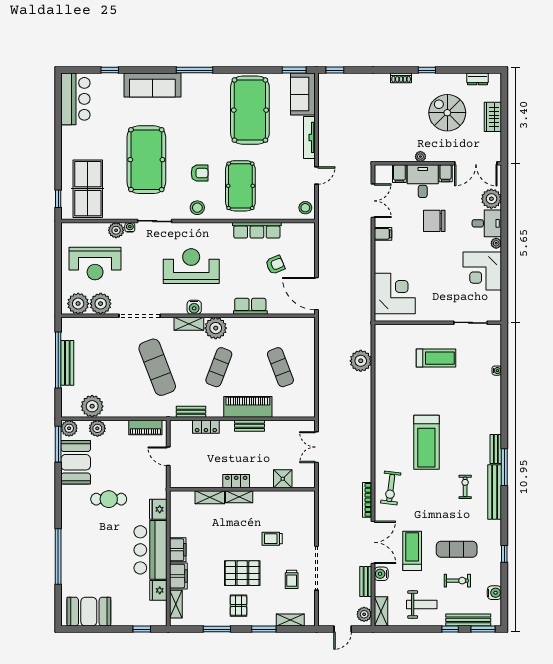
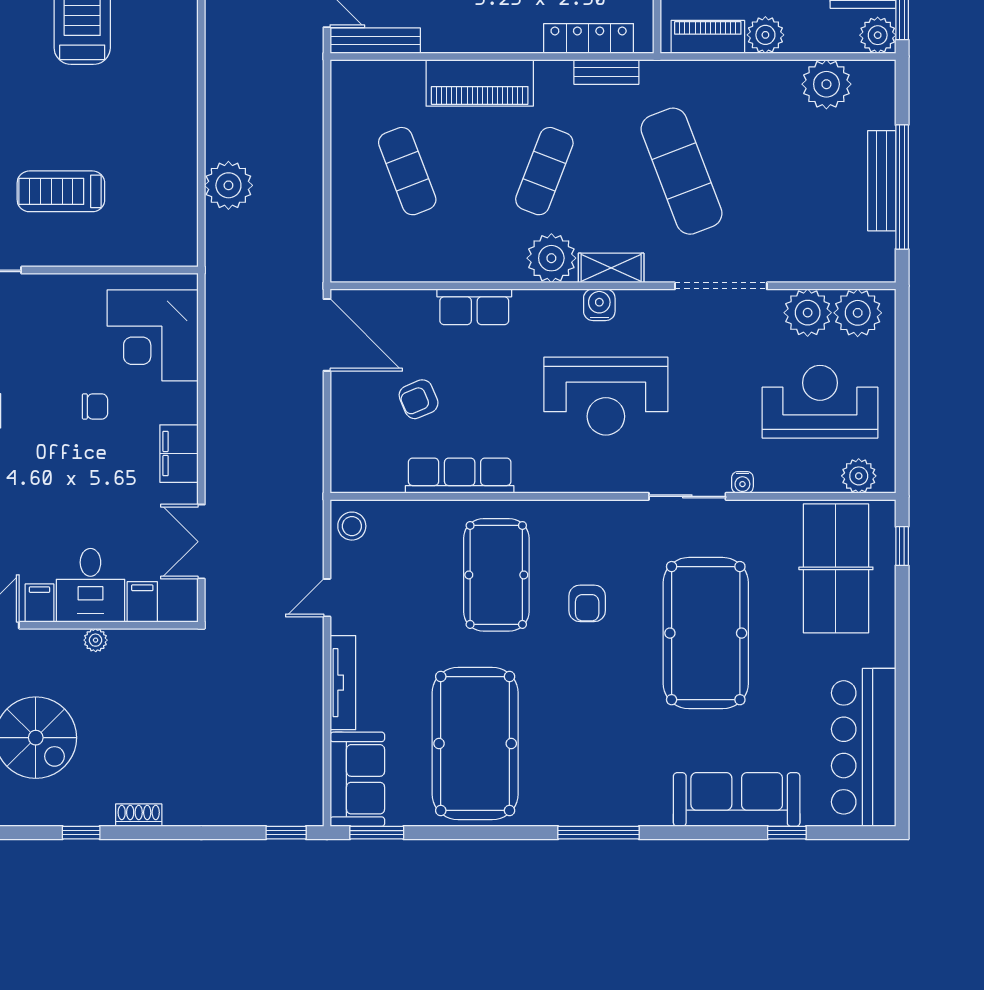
sofa: (152, 85) -> (737, 799), moved
bar counter: (75, 99) -> (864, 747), width x1.36
armchair: (200, 173) -> (587, 603), turned -90
stool: (197, 208) -> (592, 526), removed
chair: (434, 221) -> (95, 406), moved, width x0.54, depth x0.54
plant: (116, 230) -> (859, 476), moved
filing cabinet: (383, 234) -> (179, 454), width x2.00
bench: (250, 426) -> (375, 41), moved, width x1.36
locker: (206, 427) -> (589, 38), width x1.53
plant: (97, 428) -> (765, 35), moved

